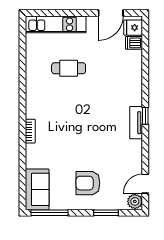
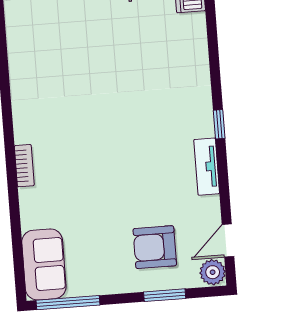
cafe table: (69, 68) -> (82, 53), removed
tv unit: (136, 123) -> (207, 167), moved
armchair: (88, 183) -> (155, 247), moved

